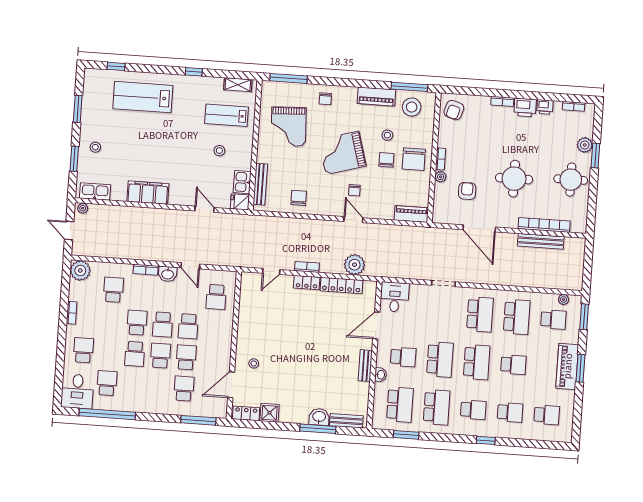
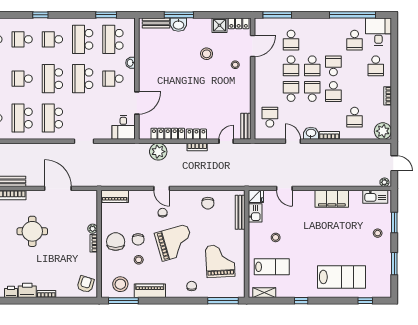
armchair: (467, 191) -> (70, 219), removed
bench: (365, 366) -> (246, 126), moved
stool: (288, 379) -> (207, 54), added

